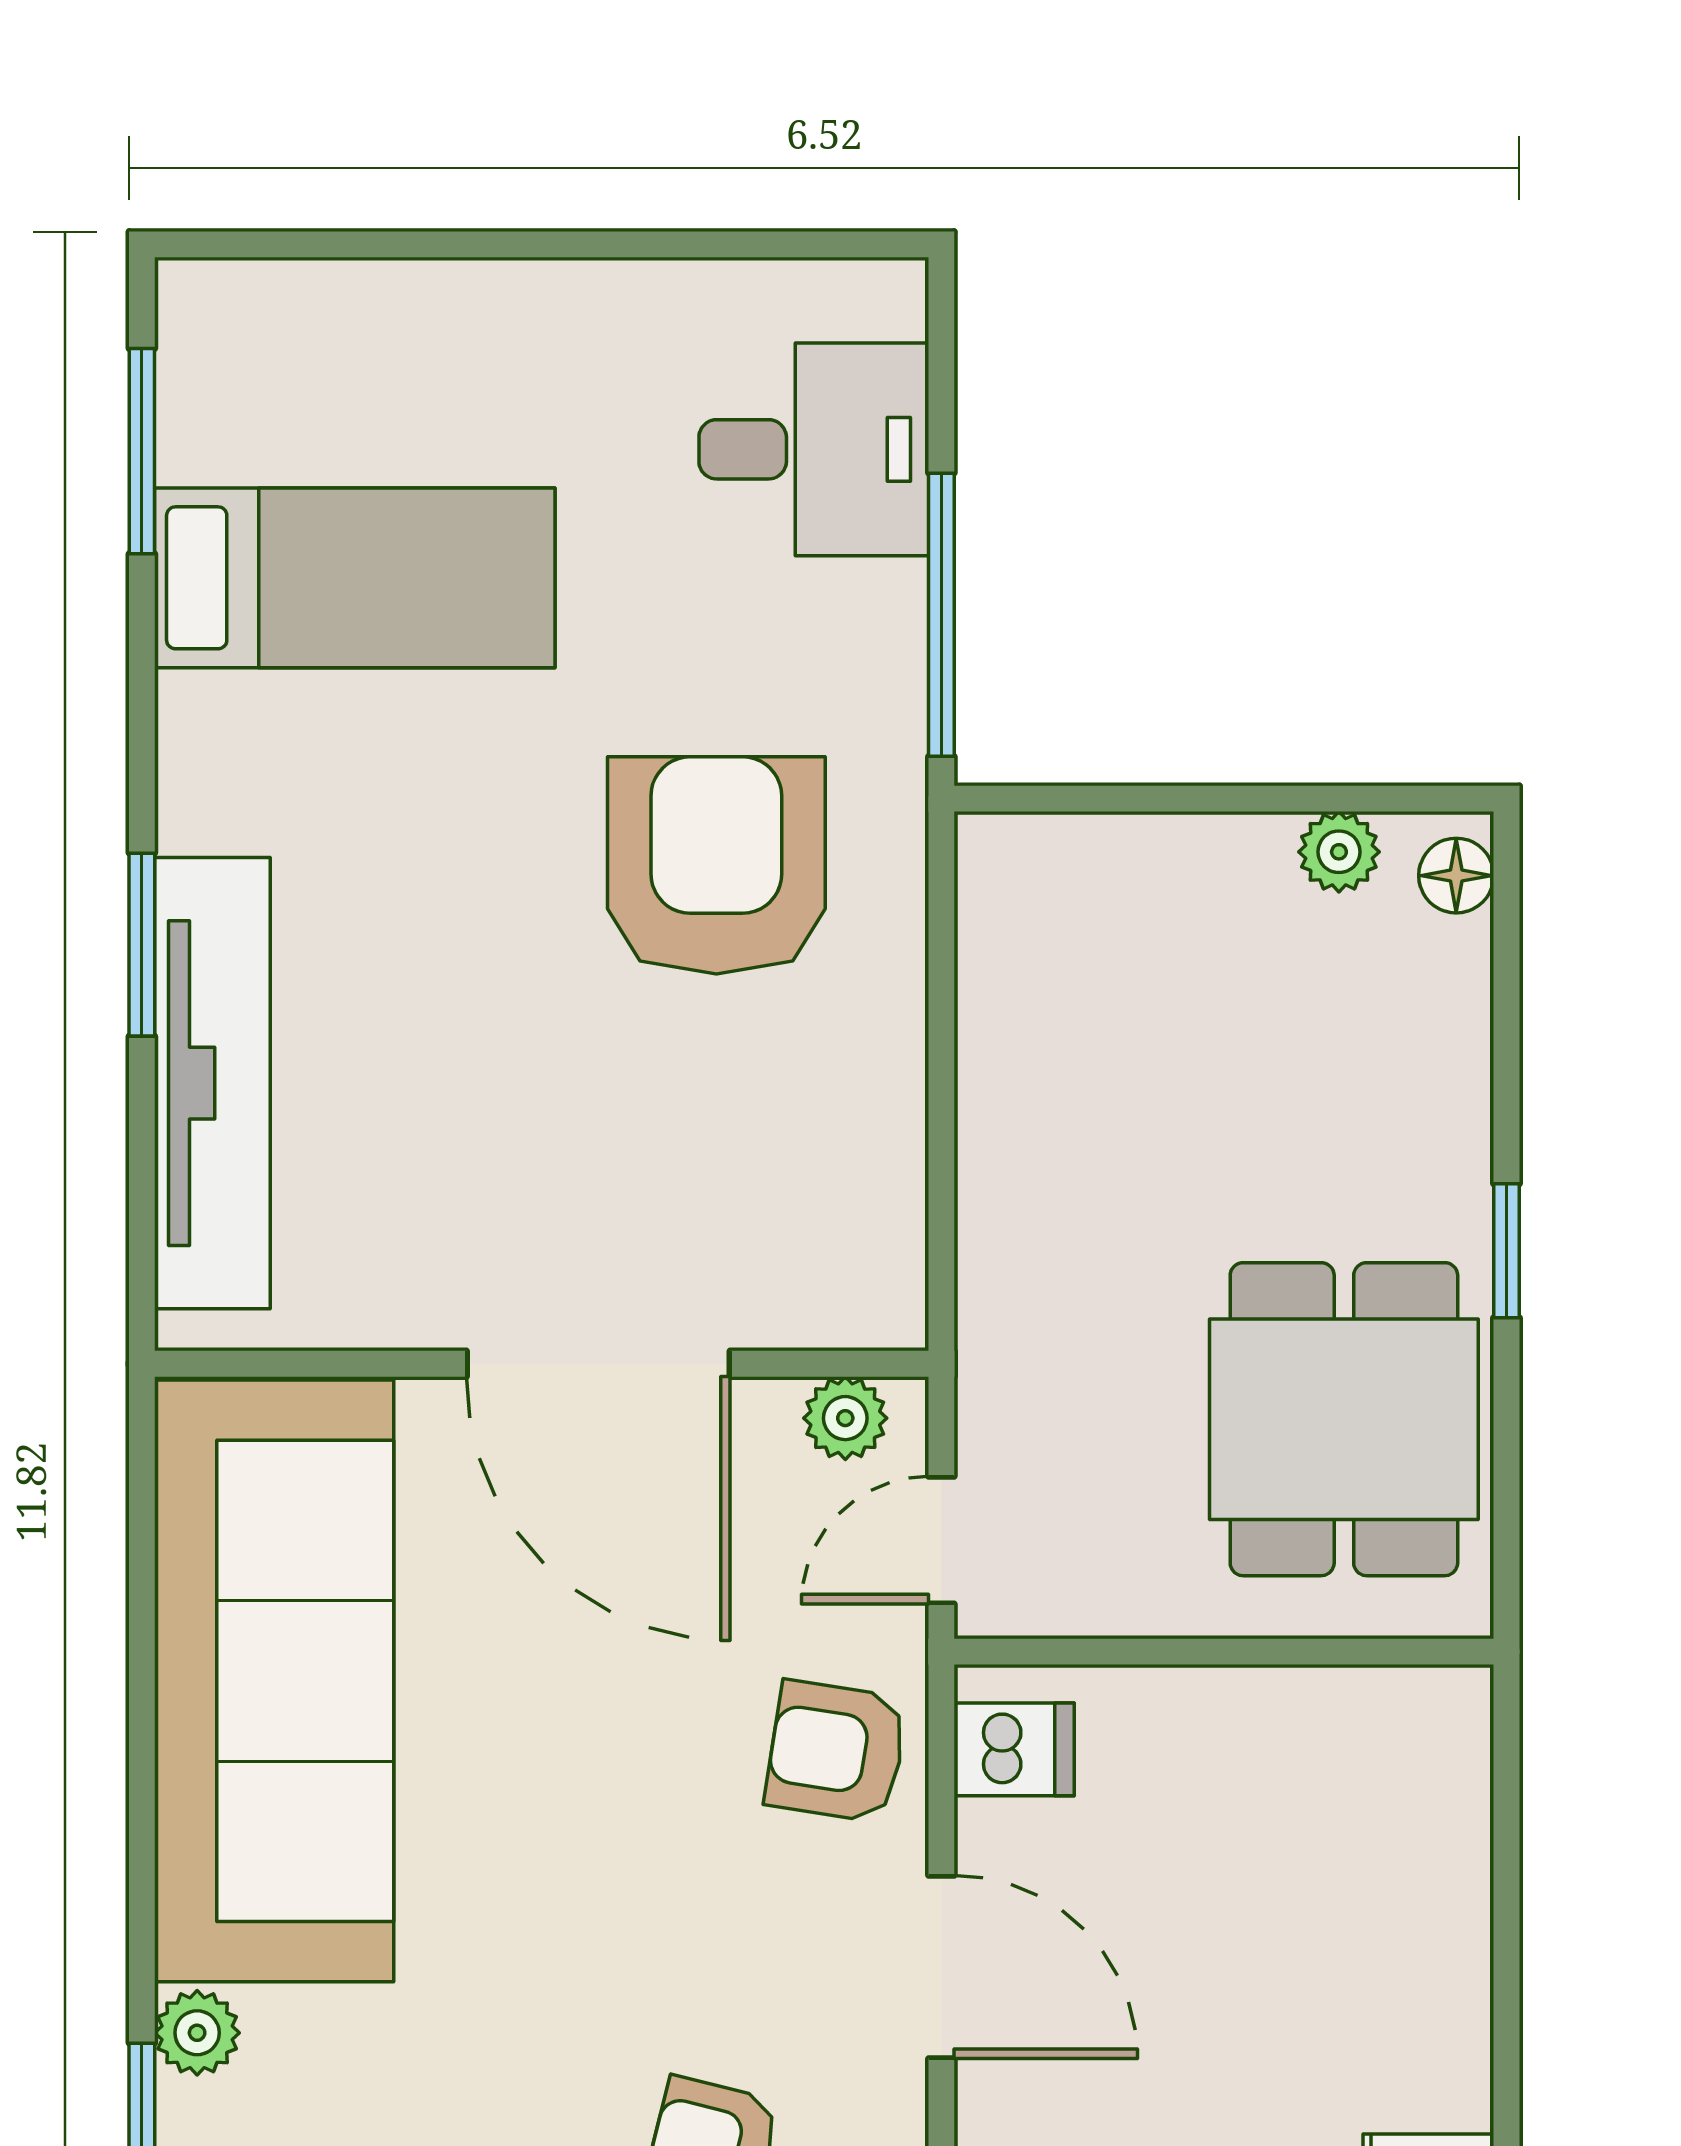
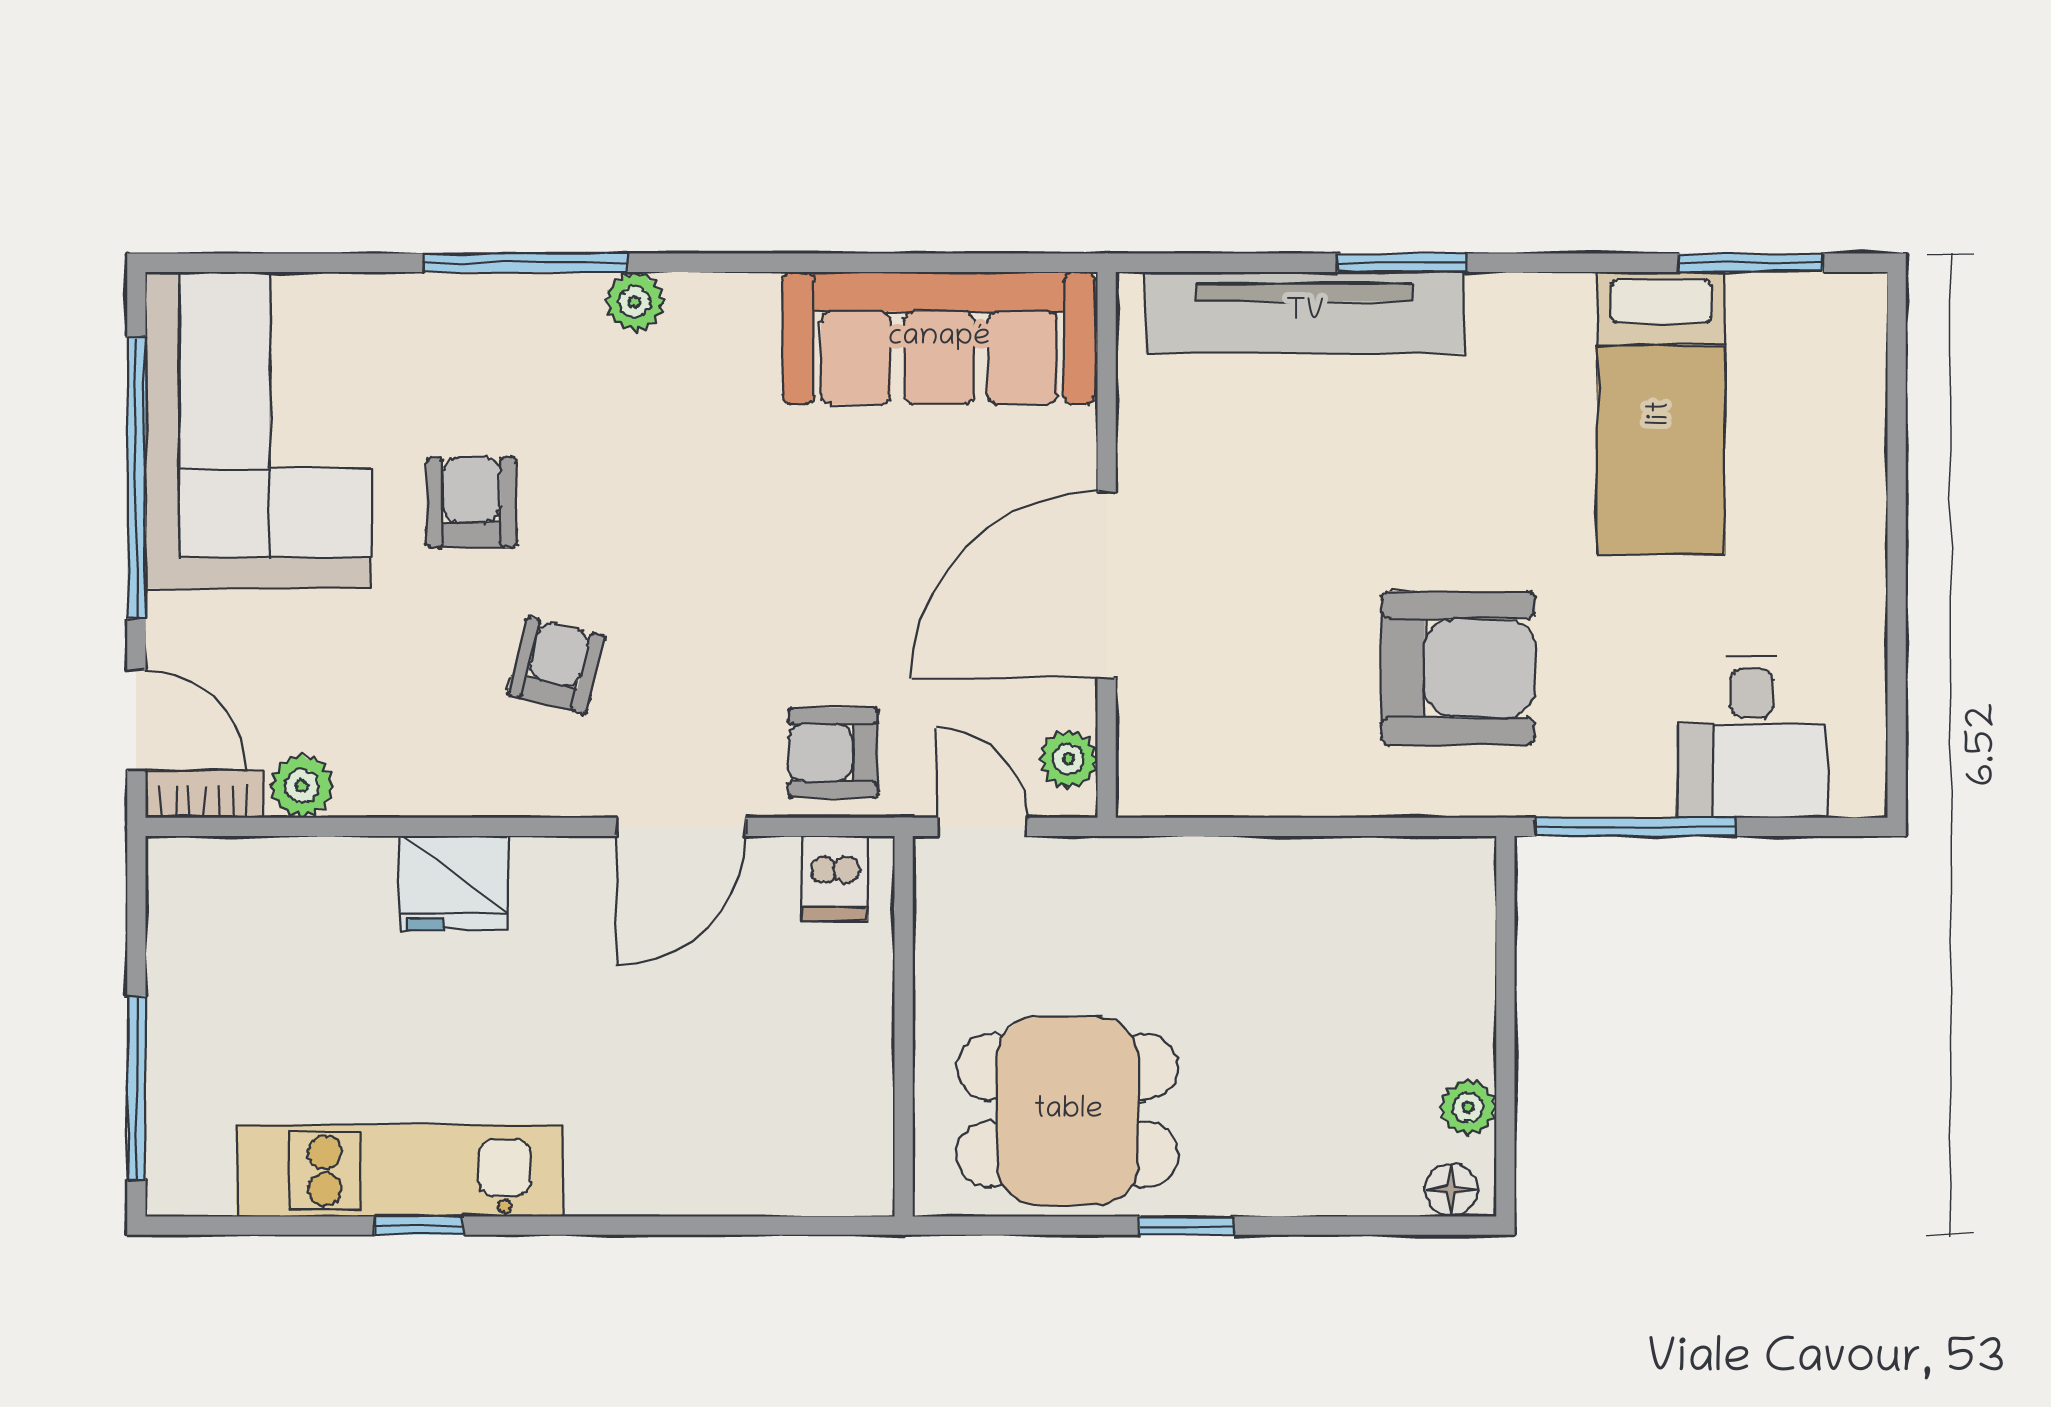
sofa: (274, 1681) -> (939, 338), width x0.74, depth x0.79
armchair: (836, 1752) -> (833, 753), turned -99

